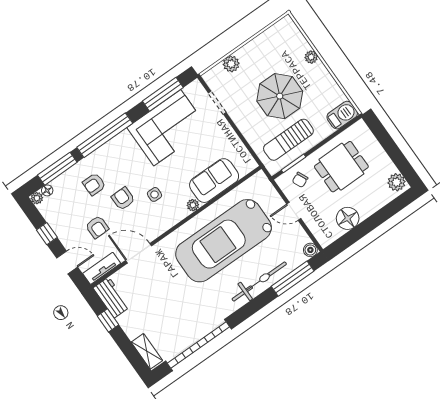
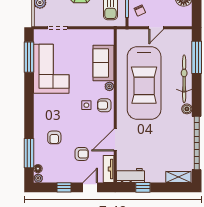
window: (105, 135) -> (29, 110), removed
armchair: (123, 199) -> (104, 105), moved
boiler: (310, 250) -> (187, 109), moved

